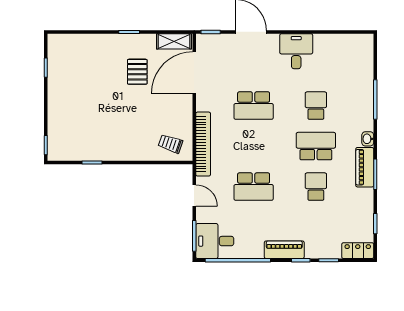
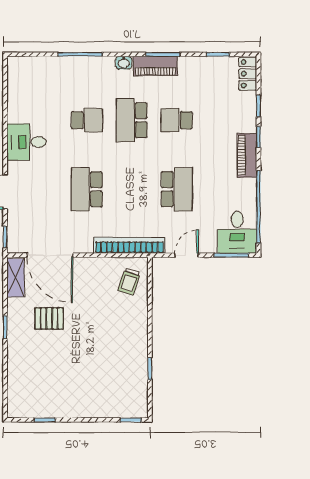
school desk: (254, 106) -> (87, 189), turned 180
school desk: (316, 106) -> (87, 120), turned 180

